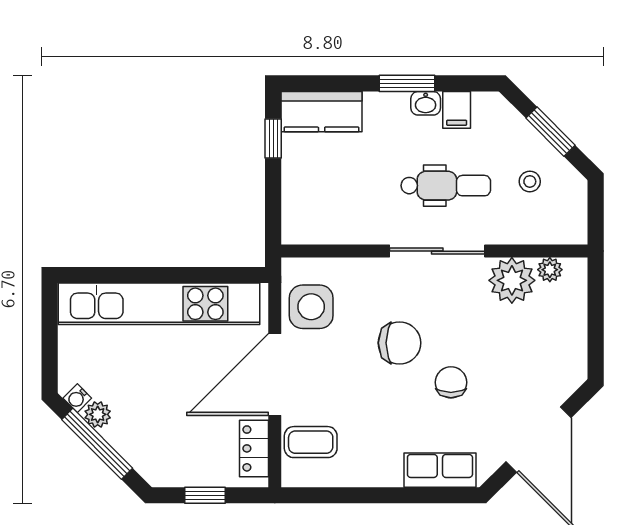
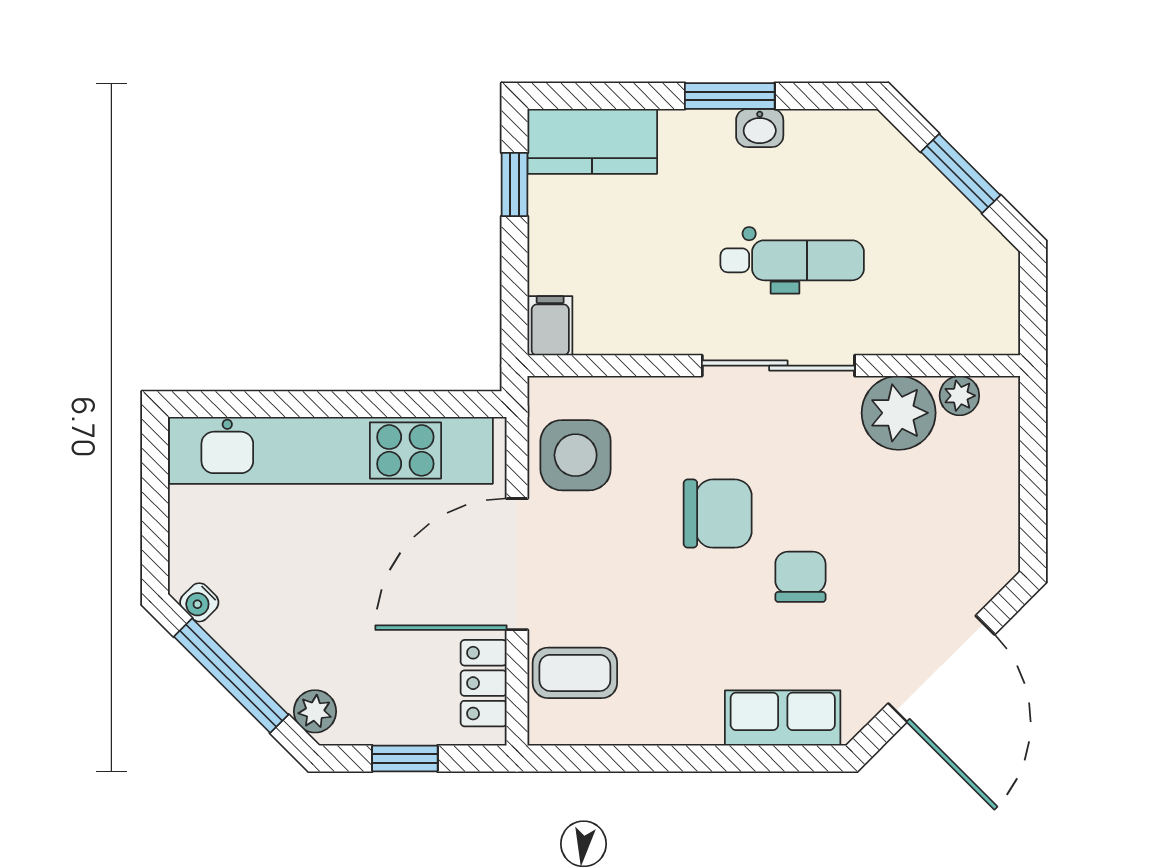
filing cabinet: (457, 110) -> (550, 326), moved, turned 180
stool: (530, 181) -> (927, 254), removed
plant: (98, 414) -> (315, 711), moved

